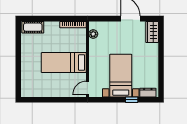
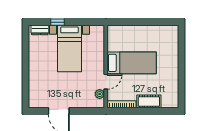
cot: (33, 27) -> (149, 101), moved
wardrobe: (152, 32) -> (35, 96), removed
door: (88, 88) -> (106, 82), moved

